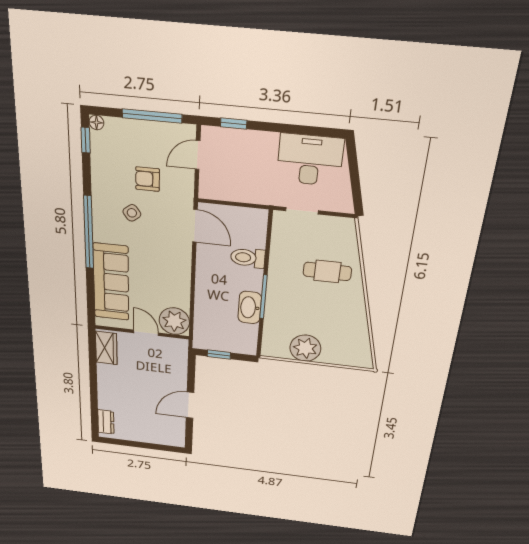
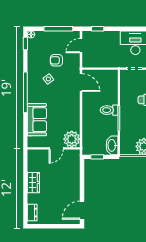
toilet: (248, 258) -> (109, 110), moved
sofa: (111, 282) -> (37, 120), width x0.73
washbasin: (250, 308) -> (112, 145), moved
door: (146, 333) -> (56, 148), swing flipped
wardrobe: (106, 348) -> (33, 183), moved
door: (190, 405) -> (82, 210), moved

